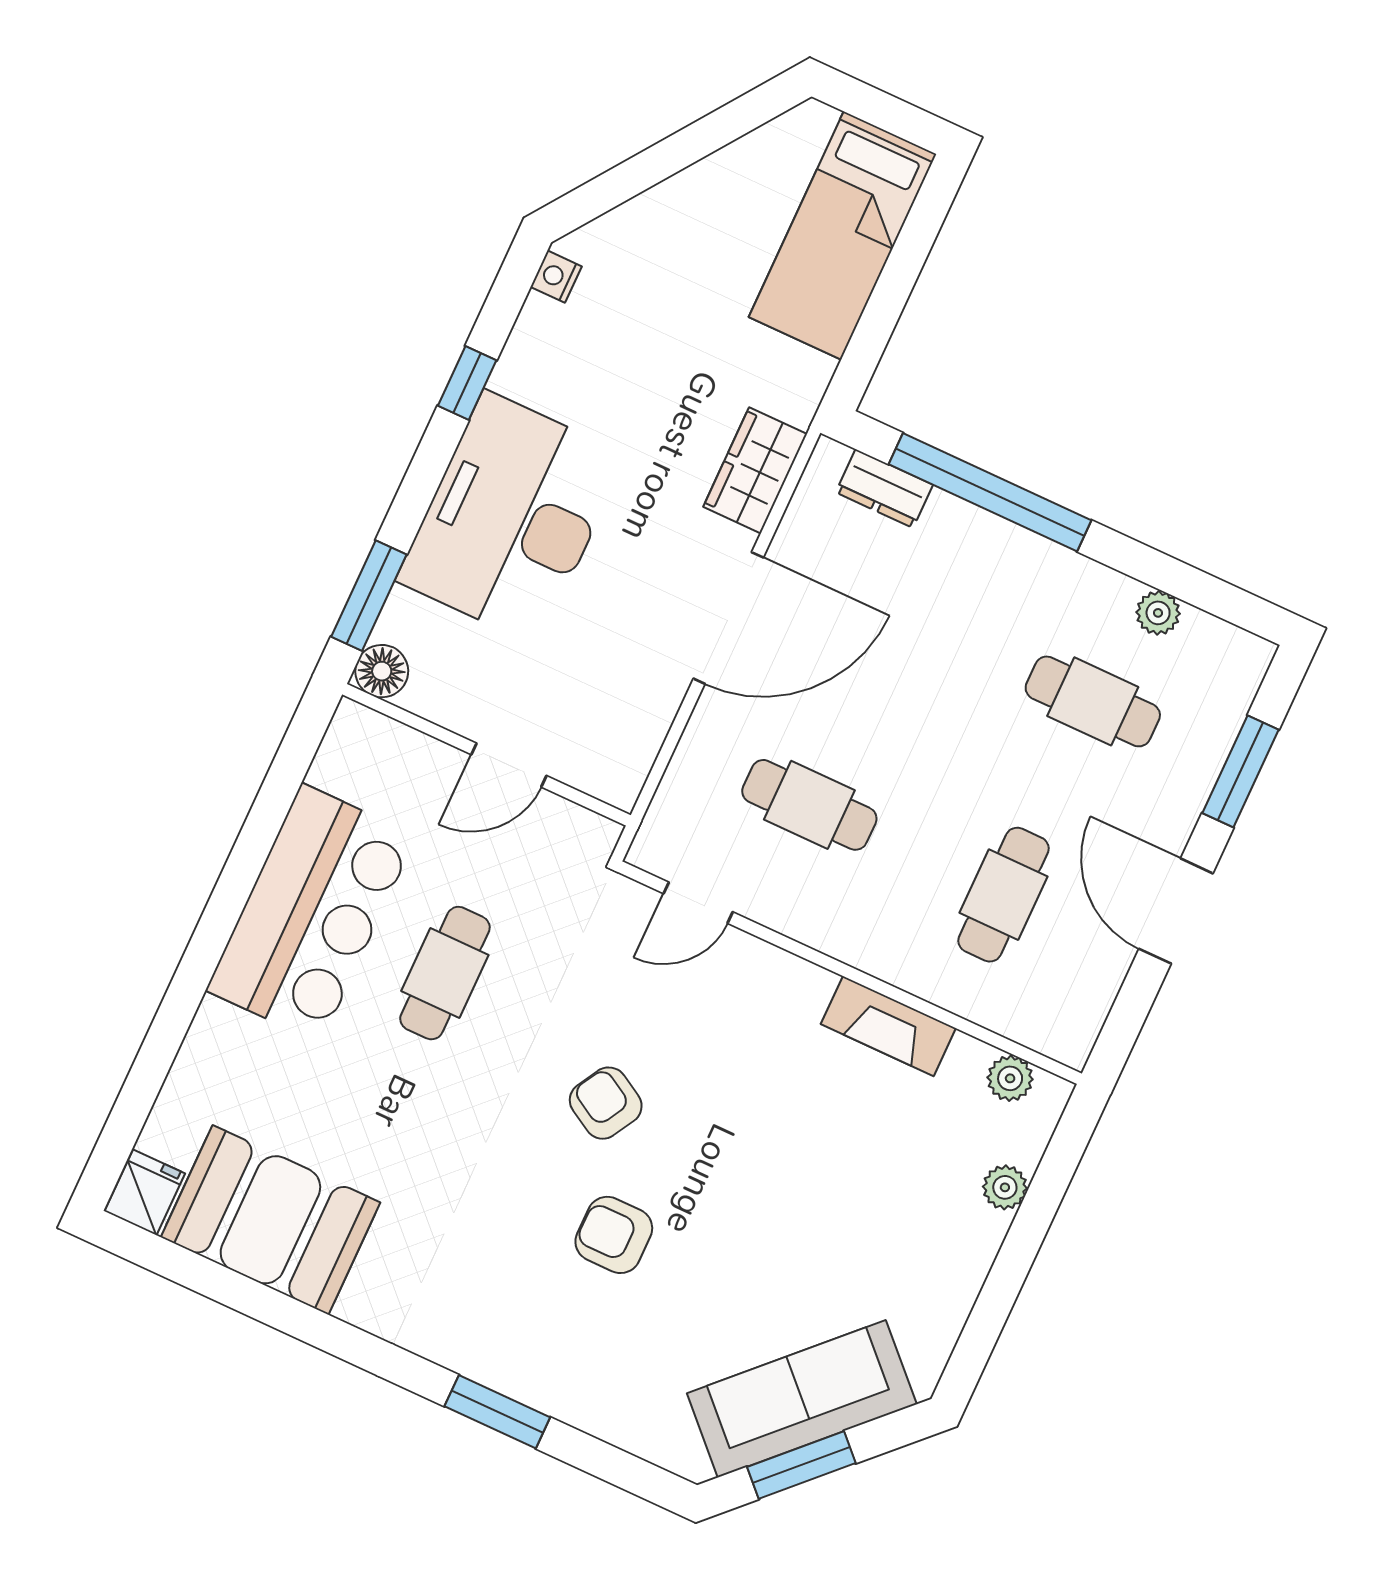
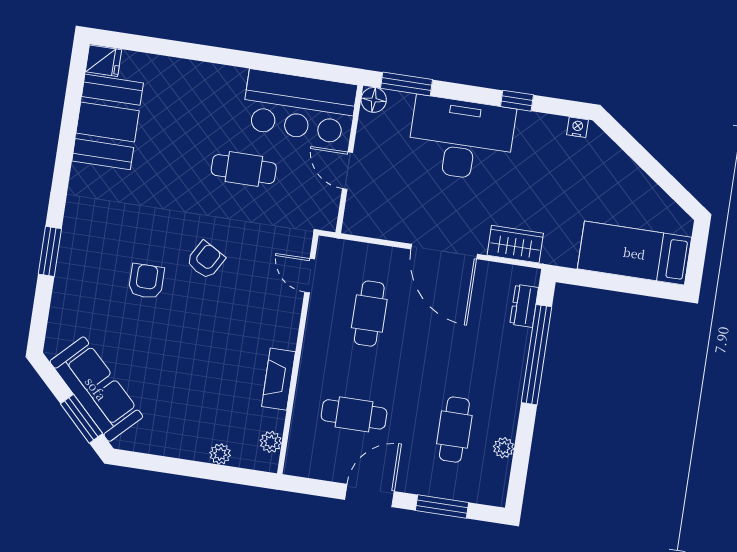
bar counter: (311, 913) -> (299, 107), moved
window: (801, 1465) -> (81, 419), moved

